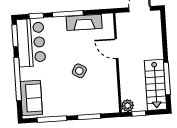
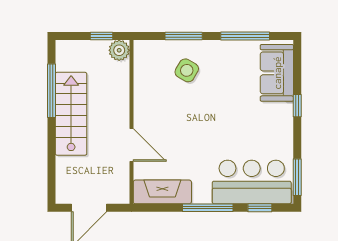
fireplace: (84, 22) -> (162, 192), moved
bar counter: (31, 42) -> (252, 182), moved, turned 90
side table: (79, 71) -> (187, 70), moved
window: (18, 79) -> (297, 106), width x0.32
stairs: (155, 85) -> (71, 114), moved

